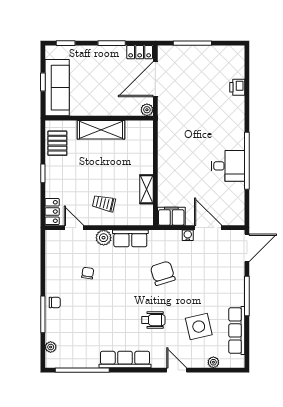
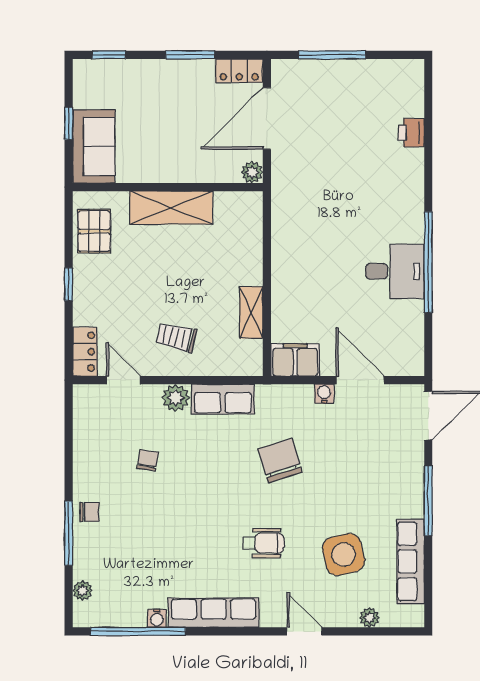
sofa: (57, 88) -> (94, 147), width x0.73
water cooler: (93, 363) -> (157, 618), added

